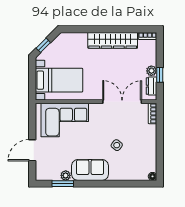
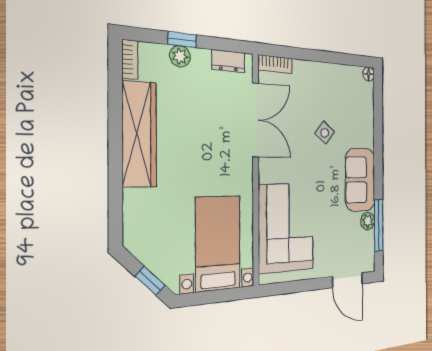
plant: (151, 71) -> (180, 56), moved
window: (160, 75) -> (182, 40), moved
double door: (122, 102) -> (256, 120), swing flipped
door: (32, 150) -> (348, 280), moved
window: (63, 184) -> (379, 225), width x1.44

